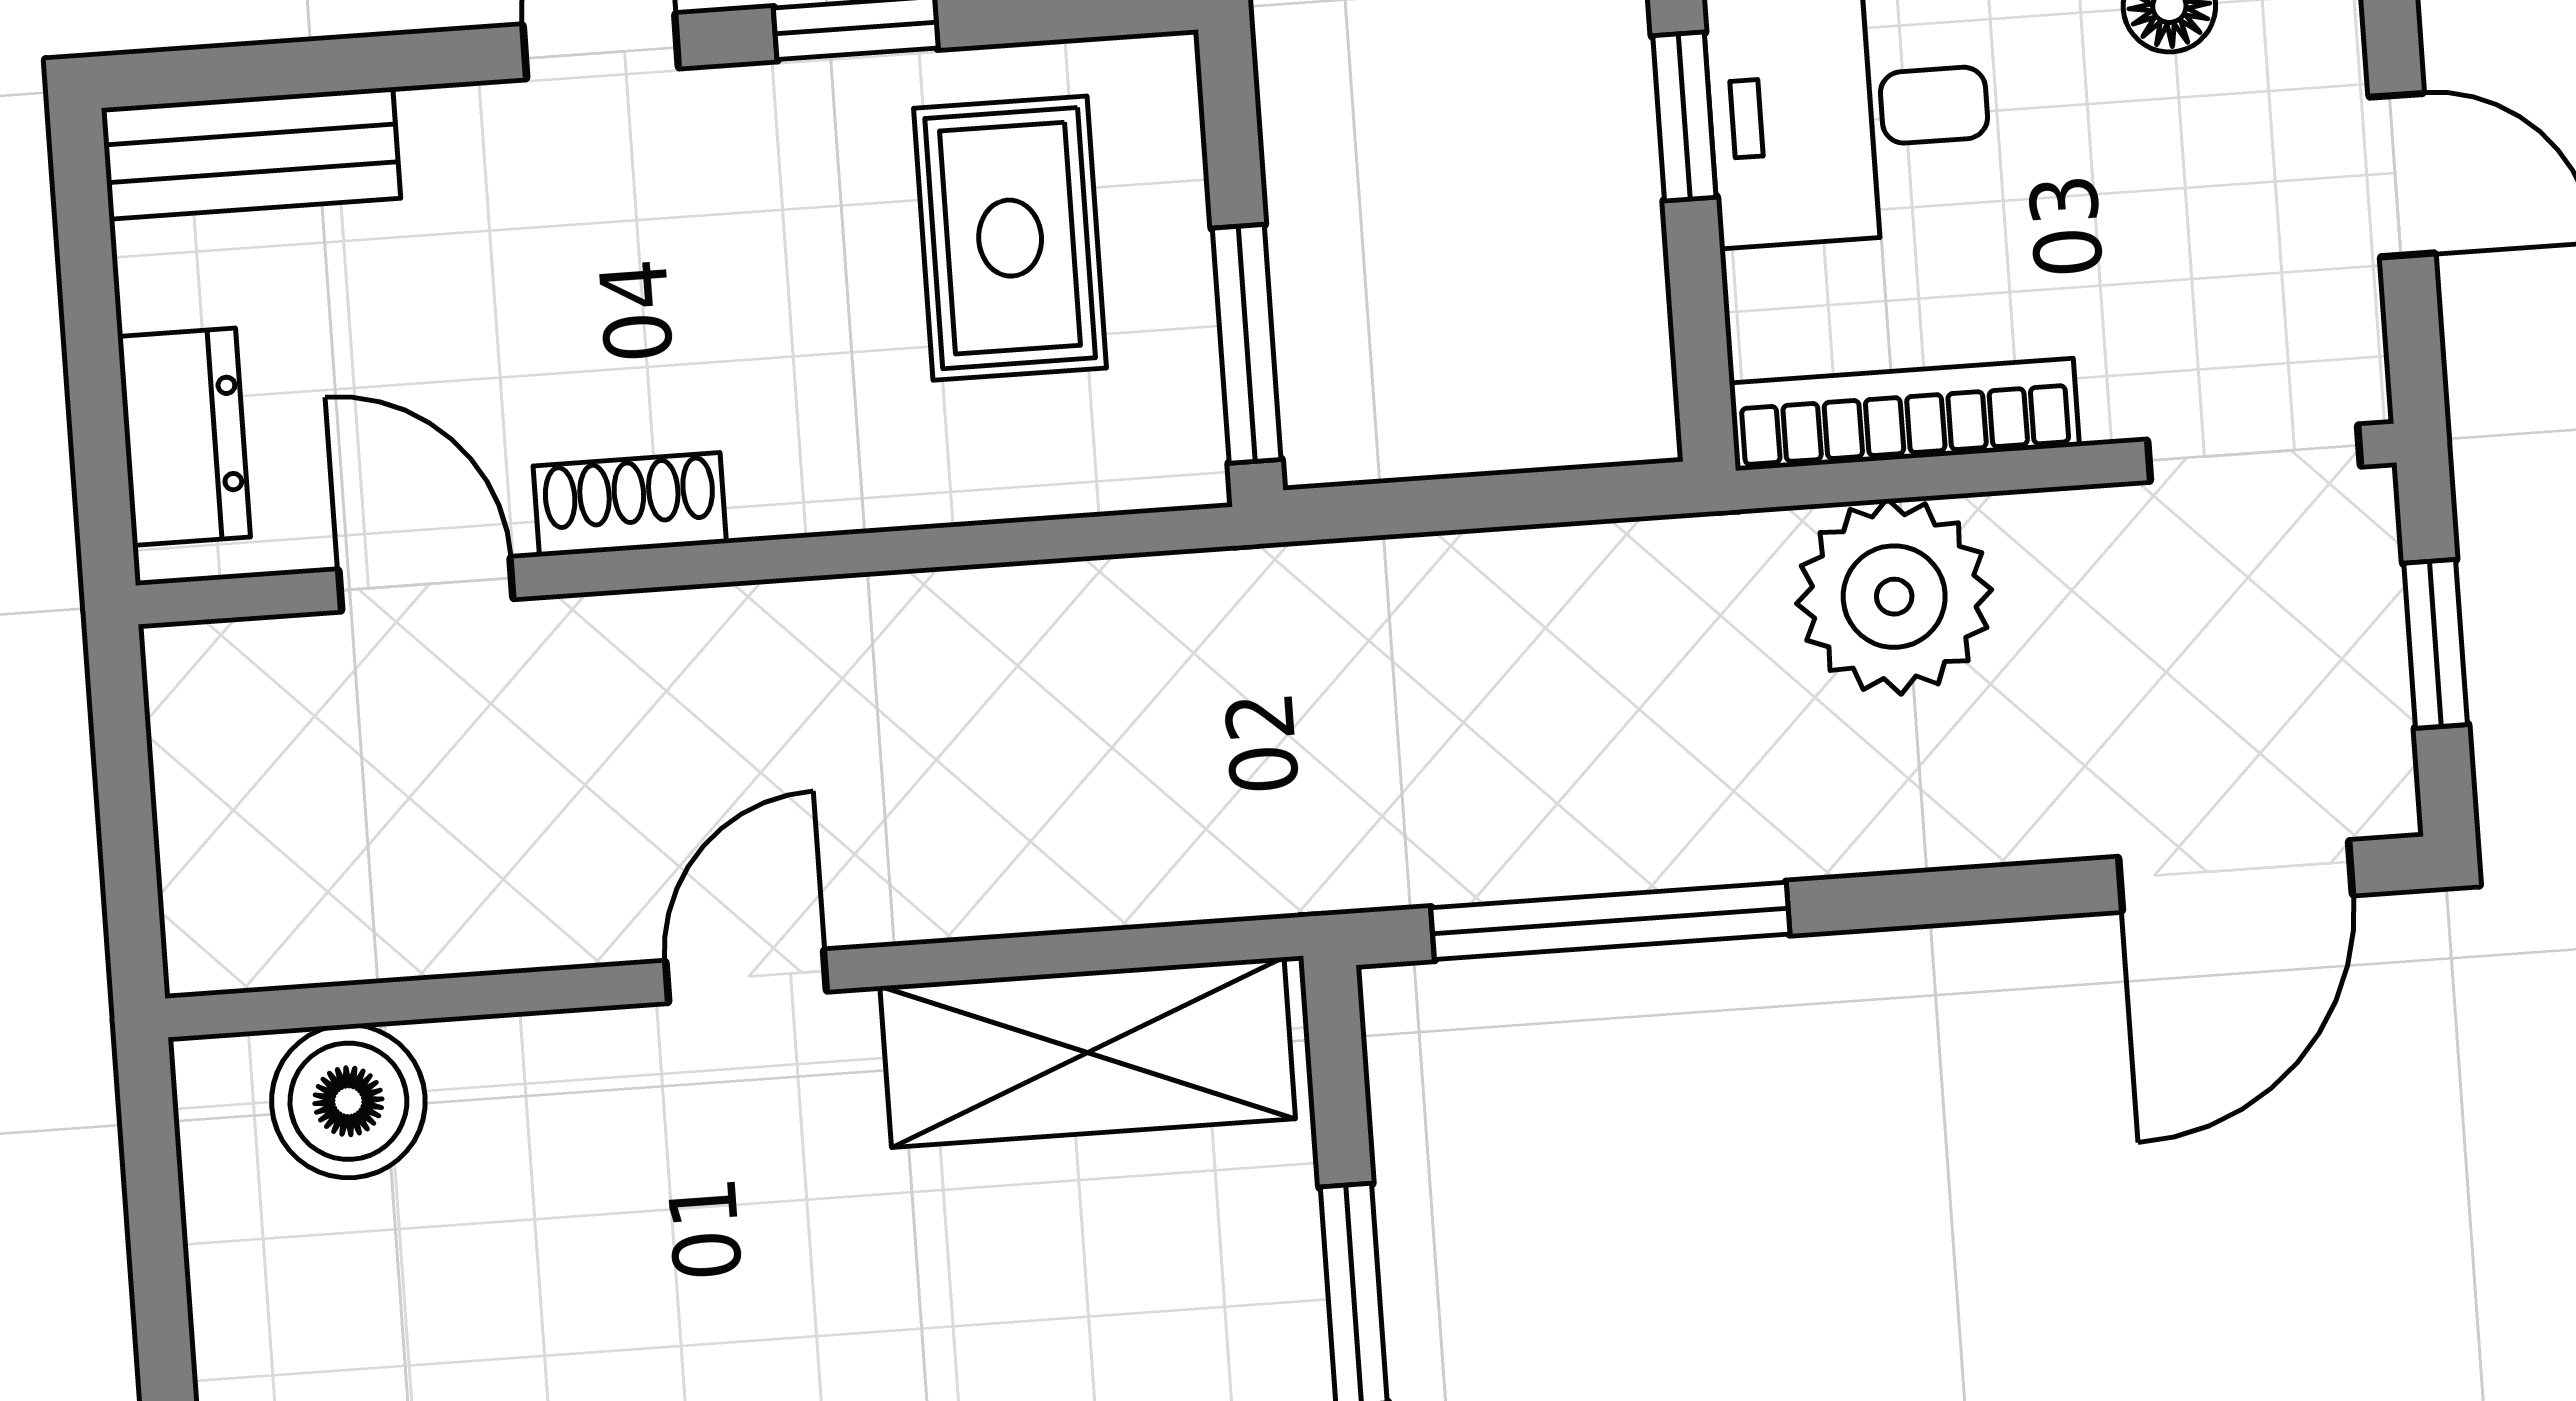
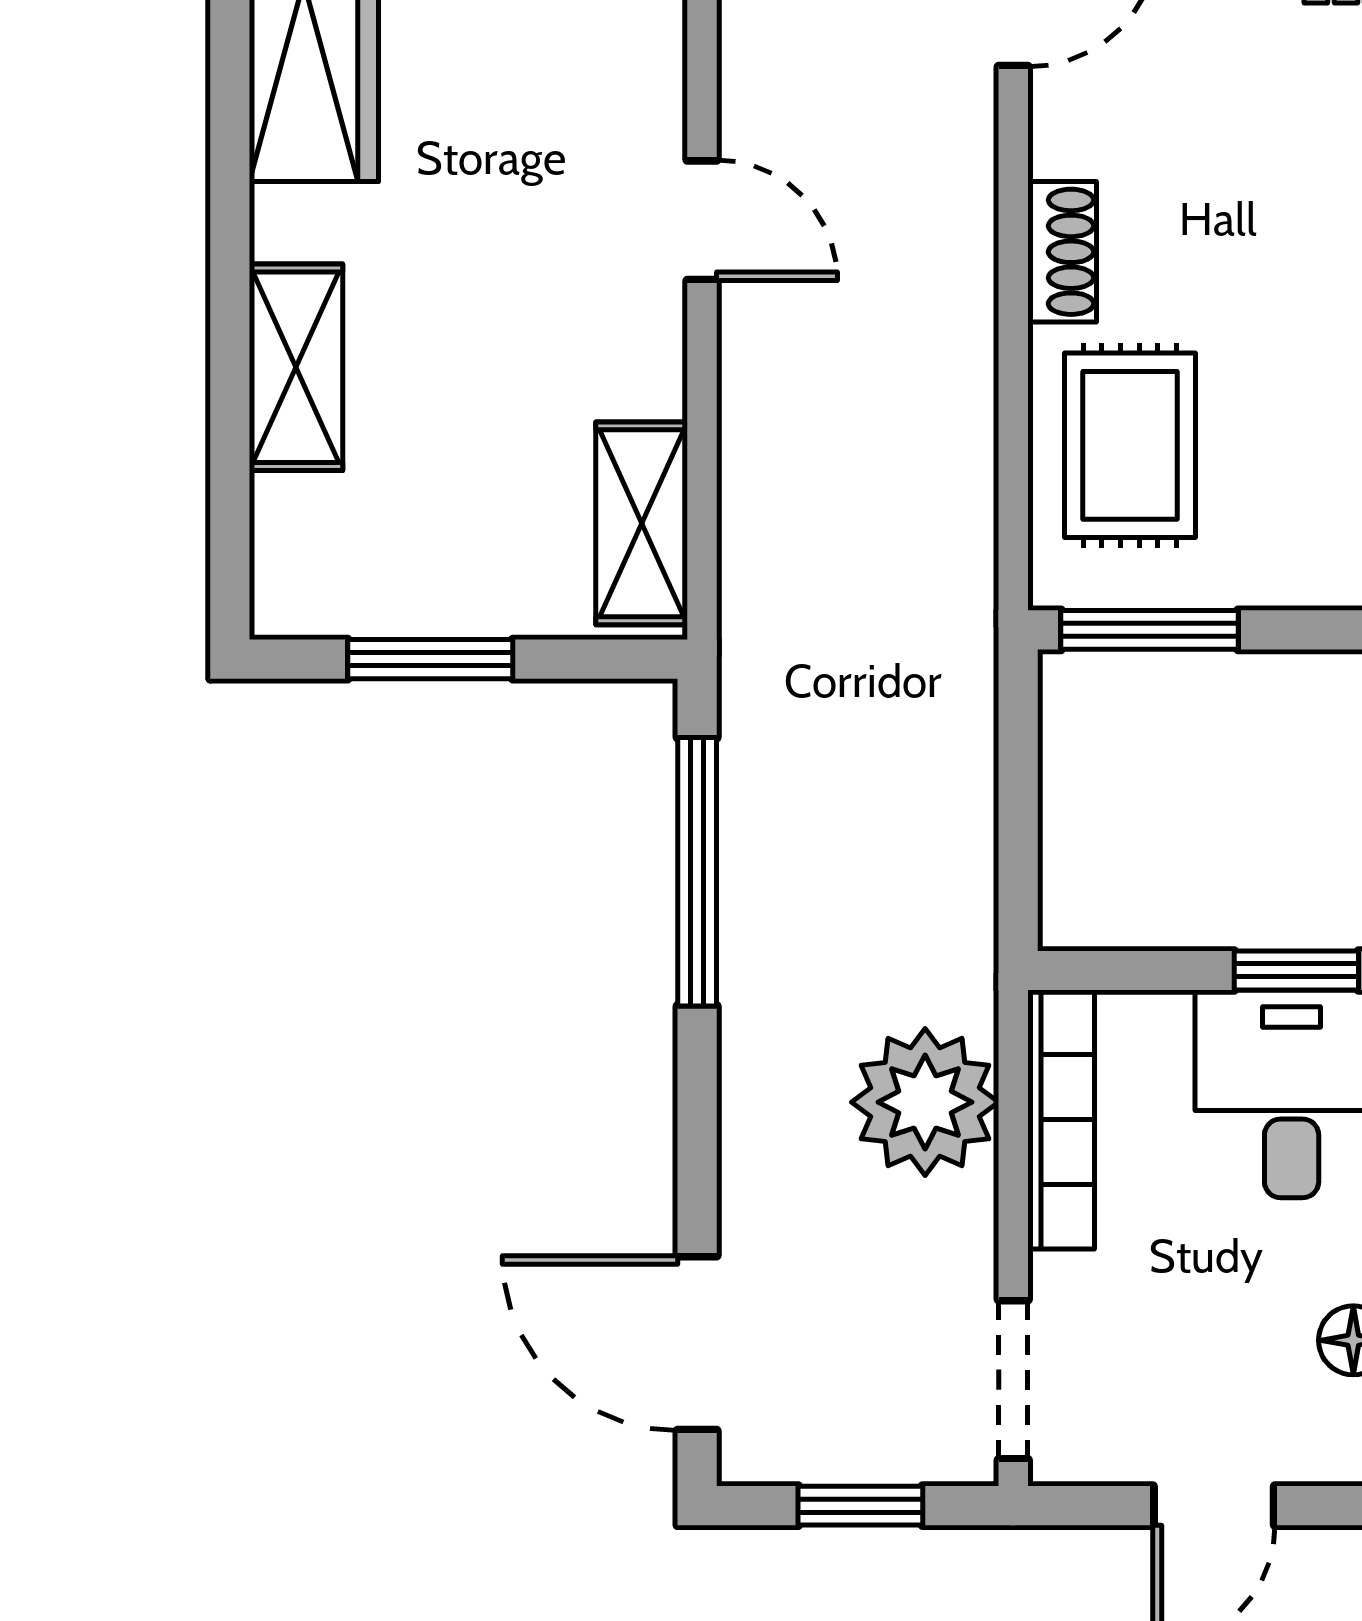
rug: (1010, 238) -> (1130, 445), moved, turned 90
shoe rack: (630, 505) -> (1062, 252), moved
shelving: (1088, 1052) -> (642, 523), width x0.67, depth x0.75

